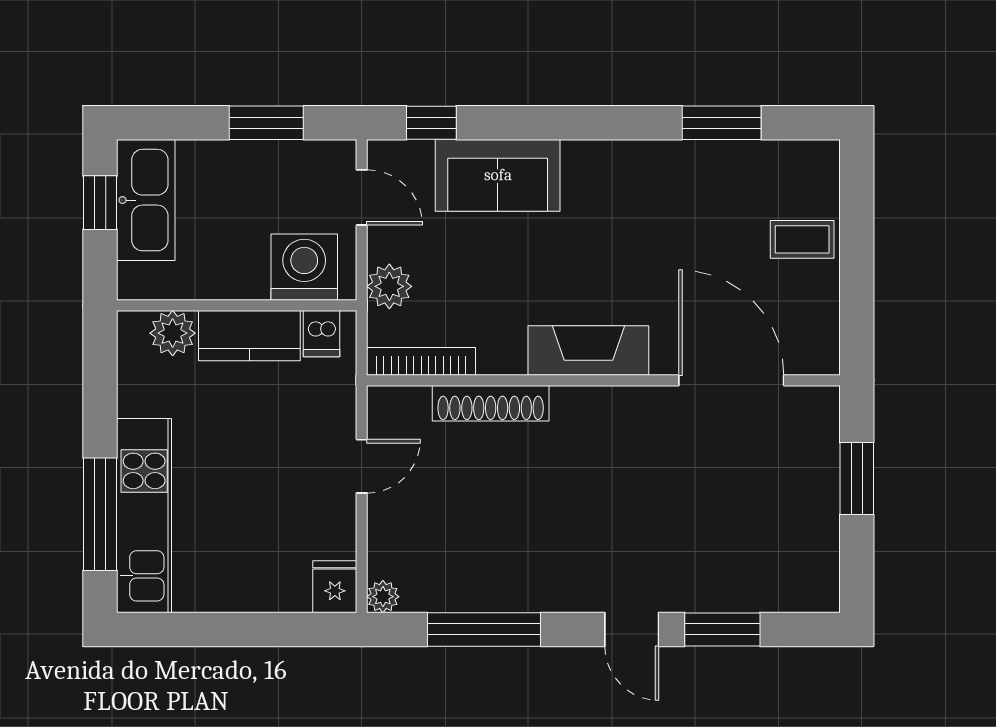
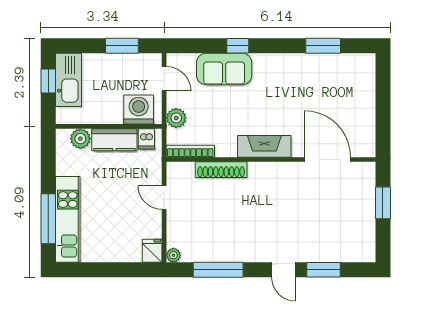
window: (431, 123) -> (238, 46), moved
coffee table: (802, 239) -> (359, 97), removed
door: (362, 466) -> (164, 198), swing flipped

